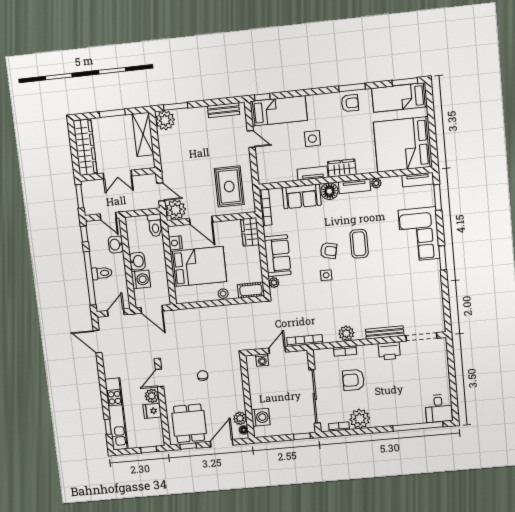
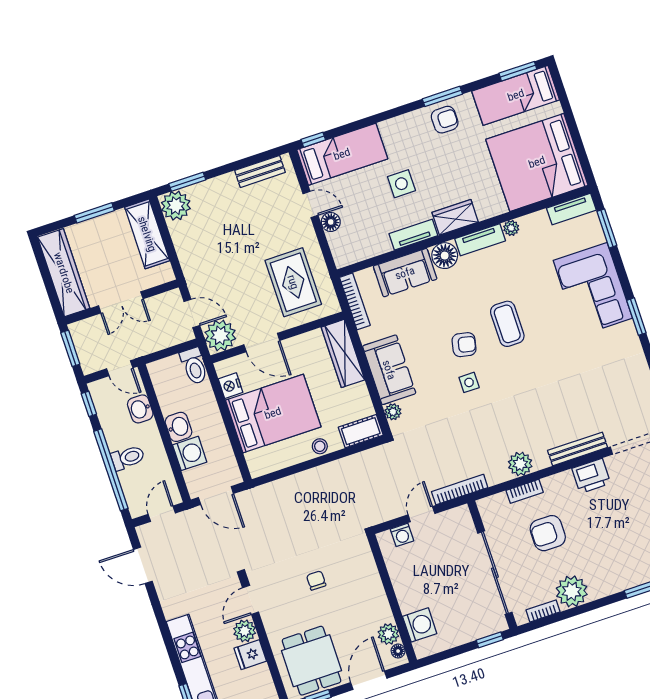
floor lamp: (262, 153) -> (331, 222), added
wardrobe: (250, 232) -> (343, 353), width x1.50

